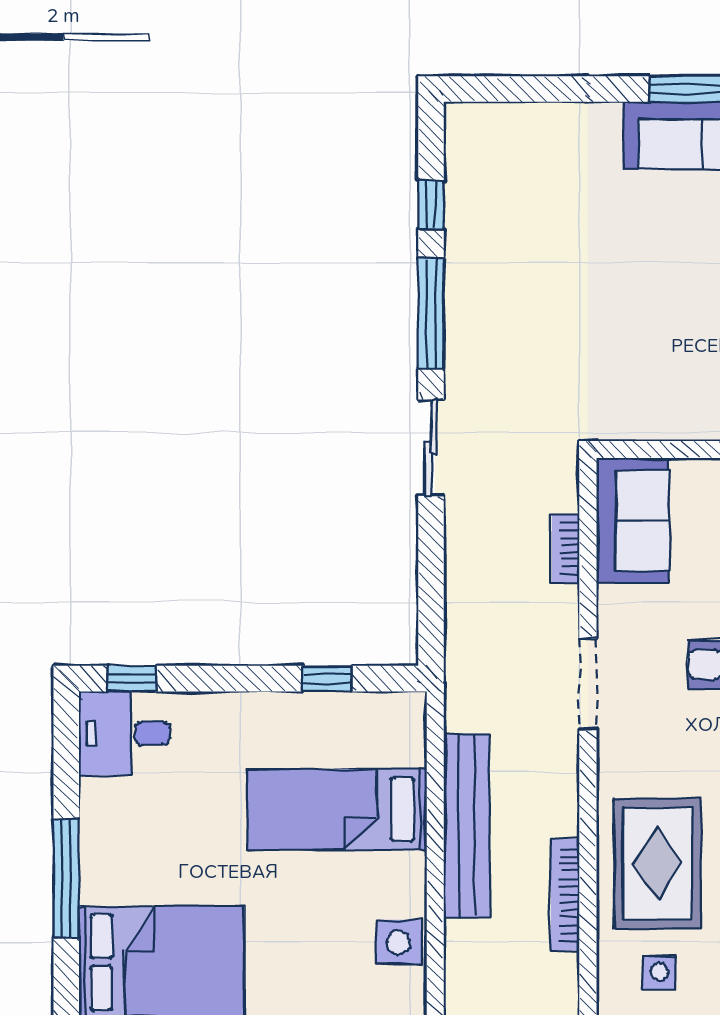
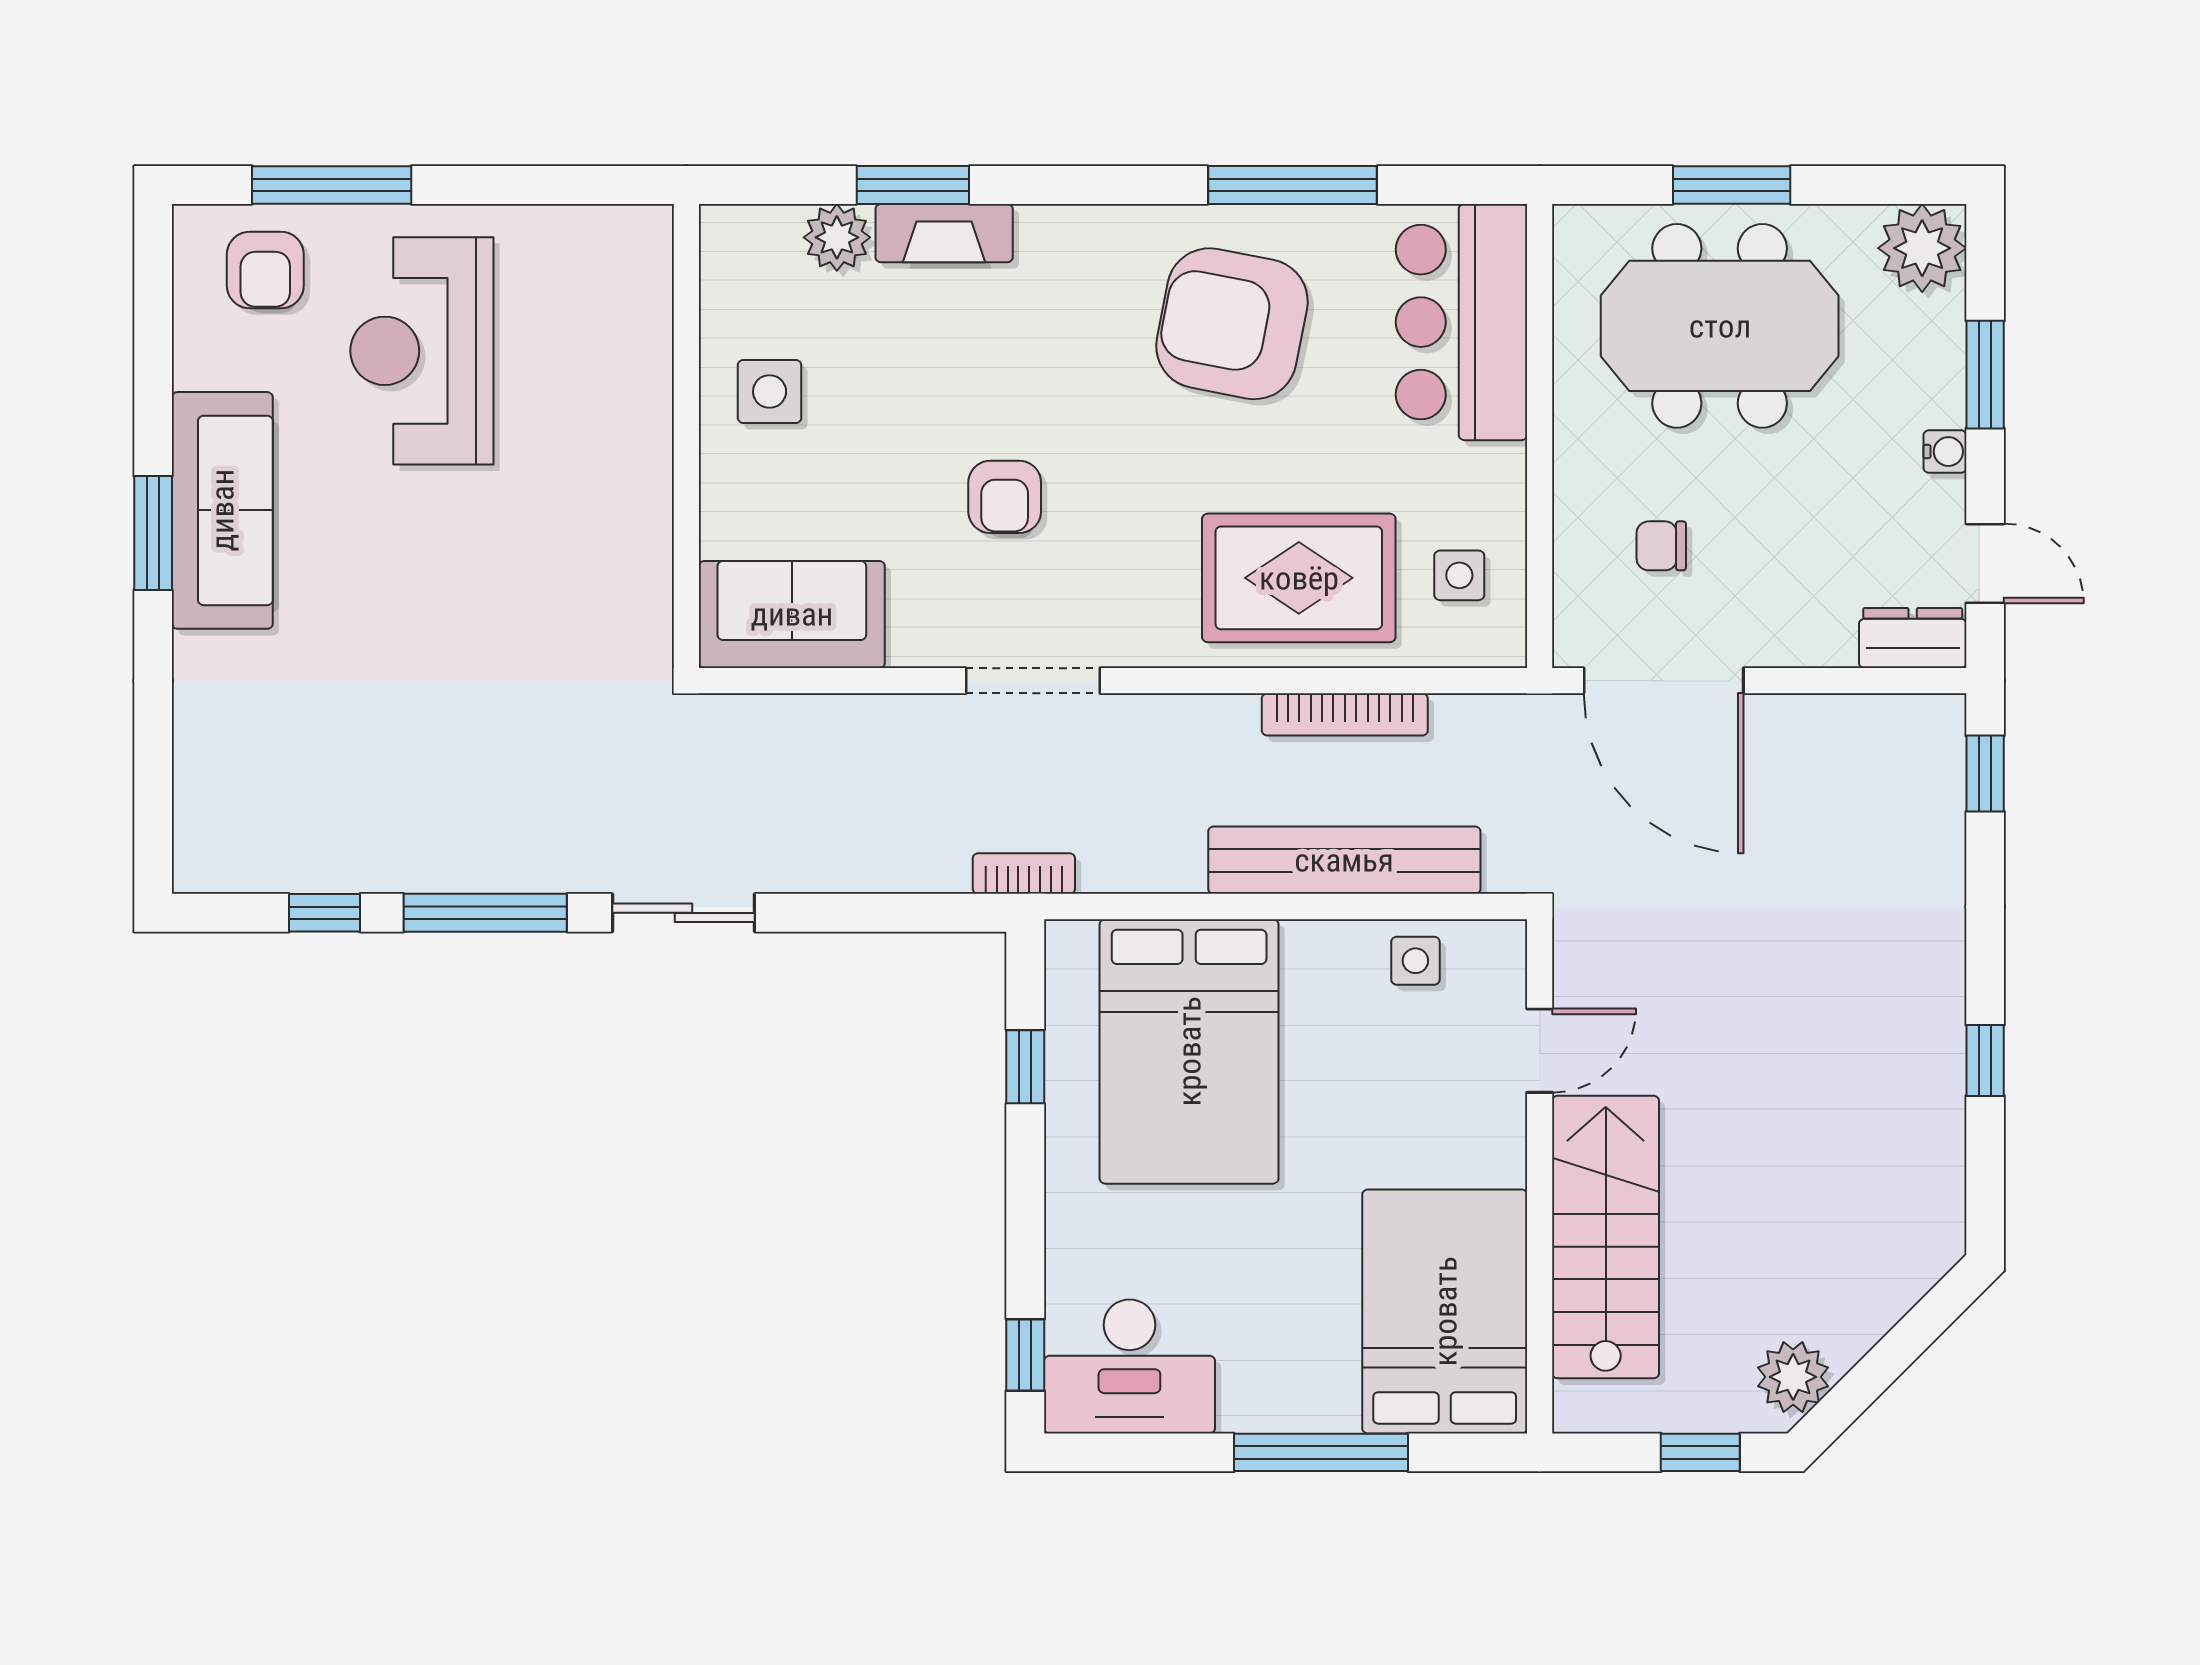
bookcase: (566, 548) -> (1024, 874), moved, turned 180
desk: (124, 733) -> (1129, 1366), width x1.37
bed: (337, 809) -> (1189, 1051), width x1.50
bench: (467, 826) -> (1344, 860), moved
side table: (399, 942) -> (1415, 961), width x0.73, depth x0.73

